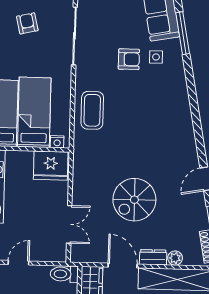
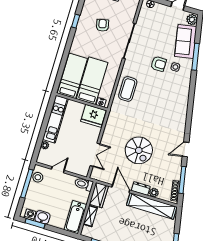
spiral stairs: (134, 200) -> (139, 150), turned -90

